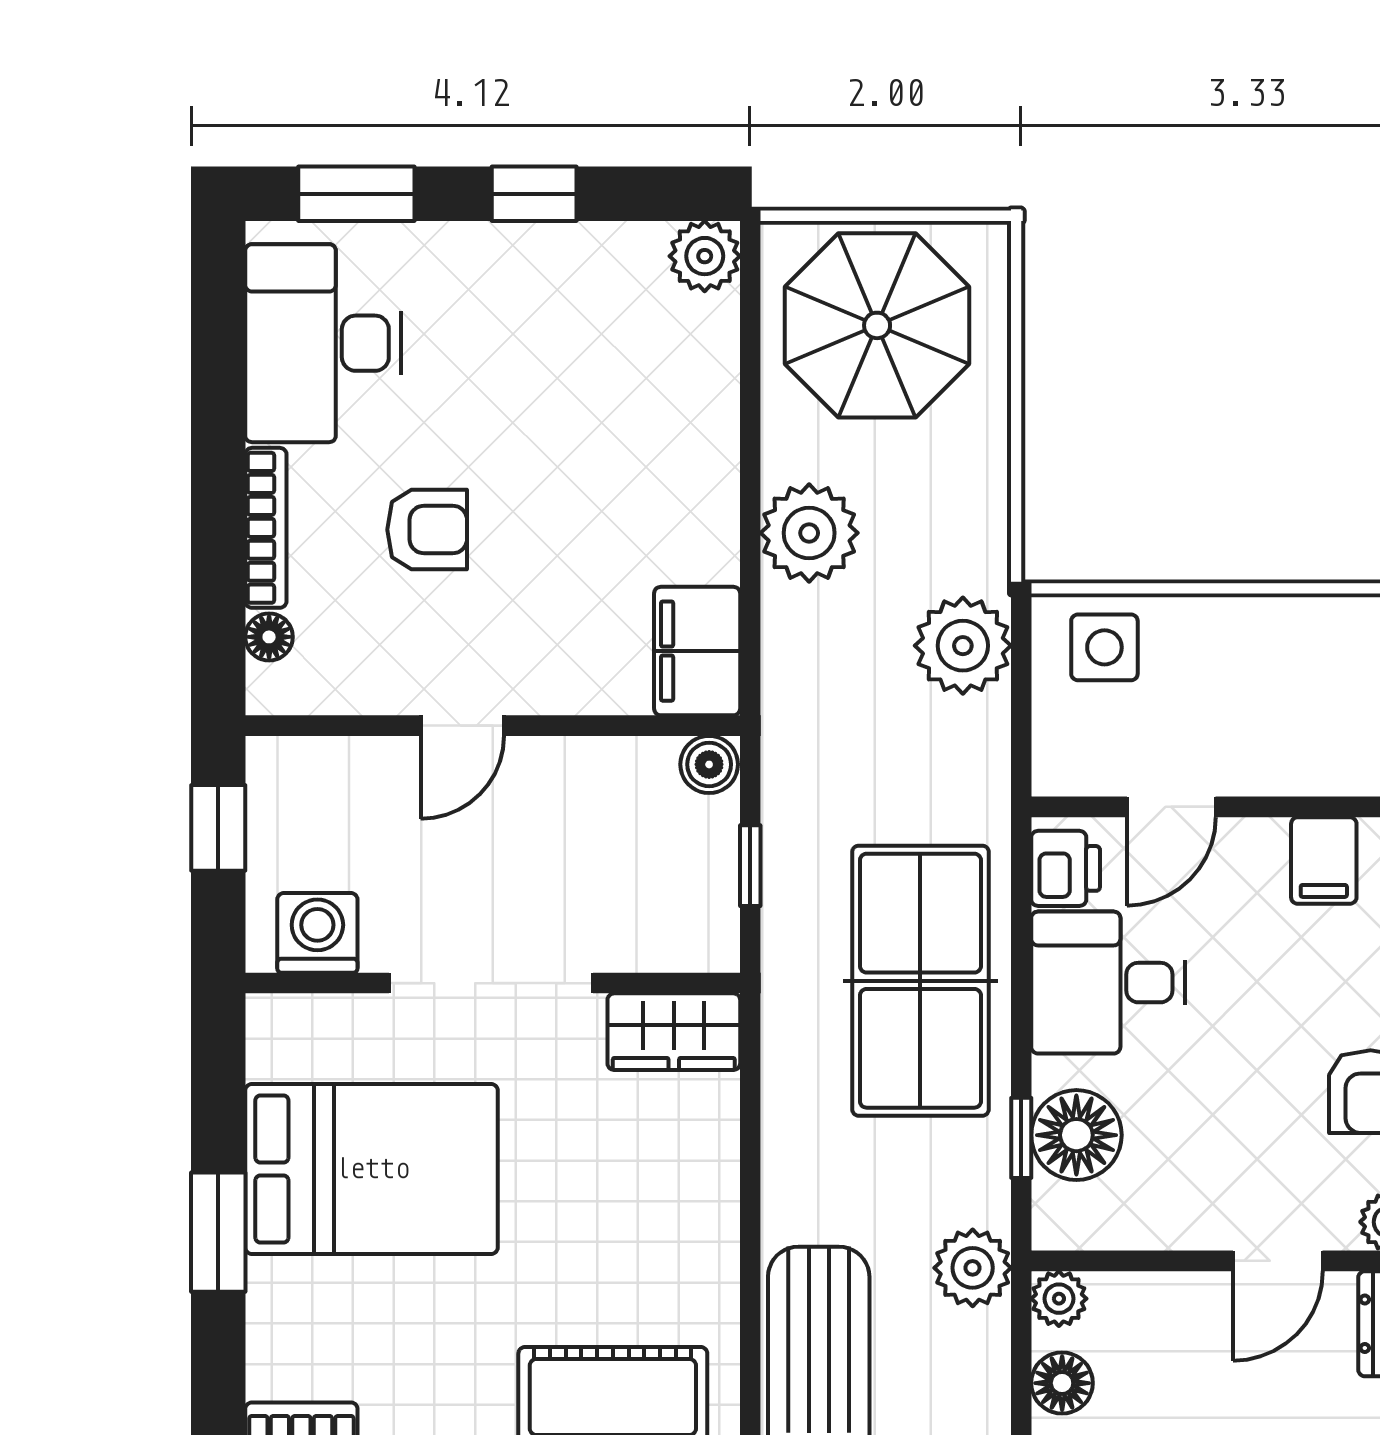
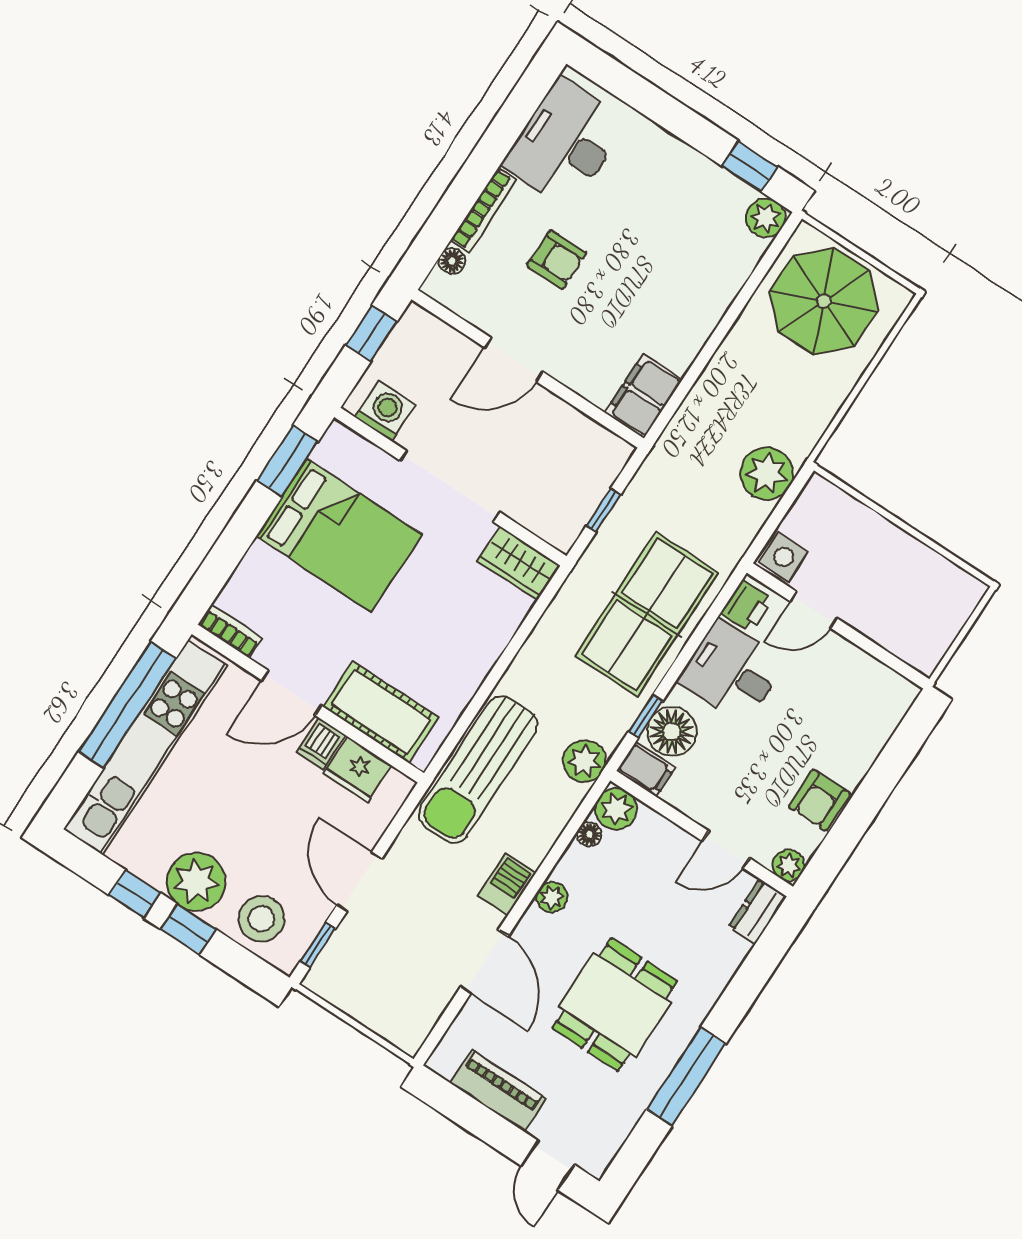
window: (356, 194) -> (625, 85), removed
window: (534, 194) -> (750, 166), moved
plant: (809, 533) -> (730, 376), removed
side table: (1104, 647) -> (784, 557), moved
door: (462, 726) -> (514, 360), width x1.38
boiler: (709, 764) -> (615, 452), removed
filing cabinet: (1324, 861) -> (646, 769), moved, turned -90
window: (218, 1232) -> (287, 461), moved
plant: (1059, 1299) -> (616, 809), width x1.38, depth x1.38
floor lamp: (1062, 1383) -> (589, 834), width x0.73, depth x0.73

